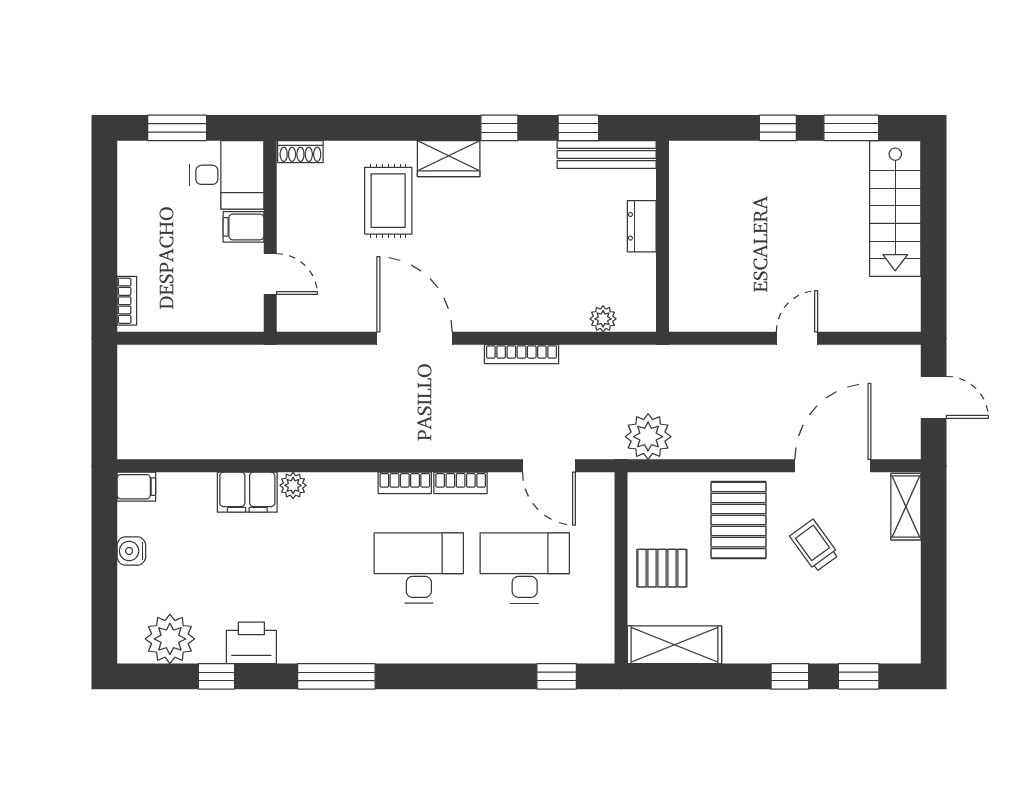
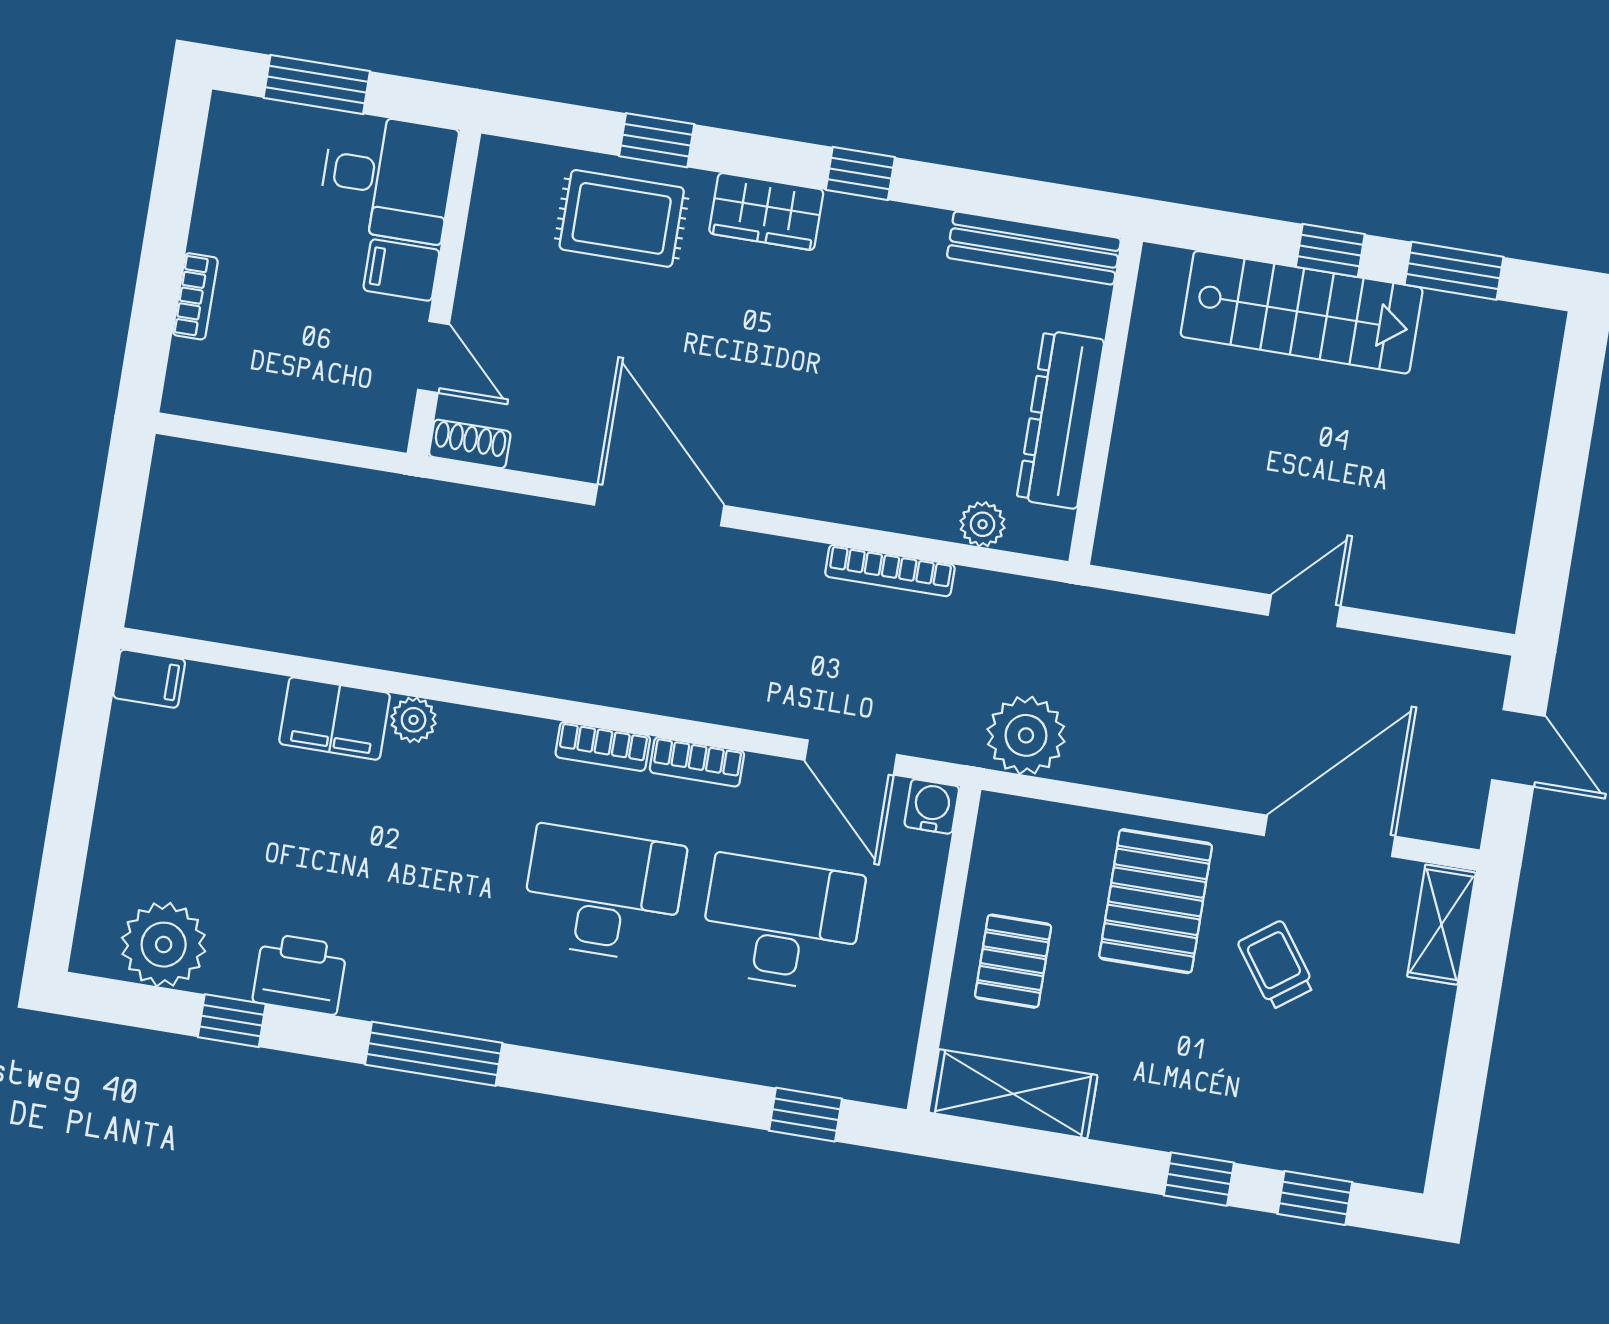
window: (578, 128) -> (657, 140), moved
shoe rack: (300, 152) -> (470, 444), moved, turned 180
rug: (388, 201) -> (622, 218), moved, turned 90
stairs: (895, 208) -> (1302, 312), moved, turned -90
dresser: (642, 226) -> (1061, 420), width x1.96, depth x1.24
bookcase: (127, 301) -> (195, 296), moved
bookcase: (522, 354) -> (890, 570), moved
water cooler: (131, 551) -> (932, 806), moved, turned 90
pallet: (662, 568) -> (1013, 961), turned 90

